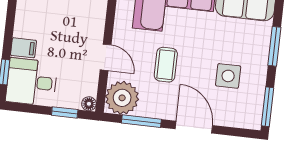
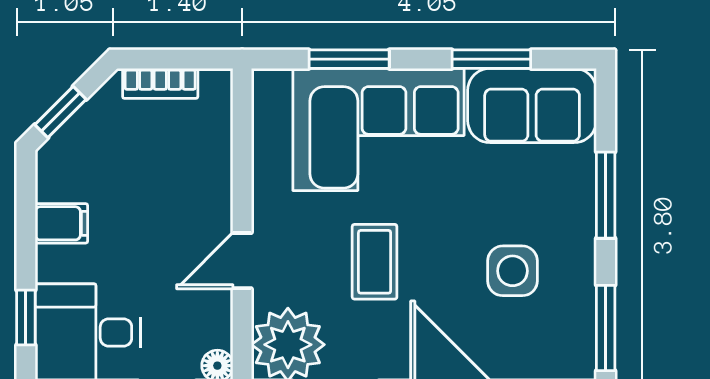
filing cabinet: (23, 48) -> (61, 223), moved
door: (106, 57) -> (242, 261), swing flipped

